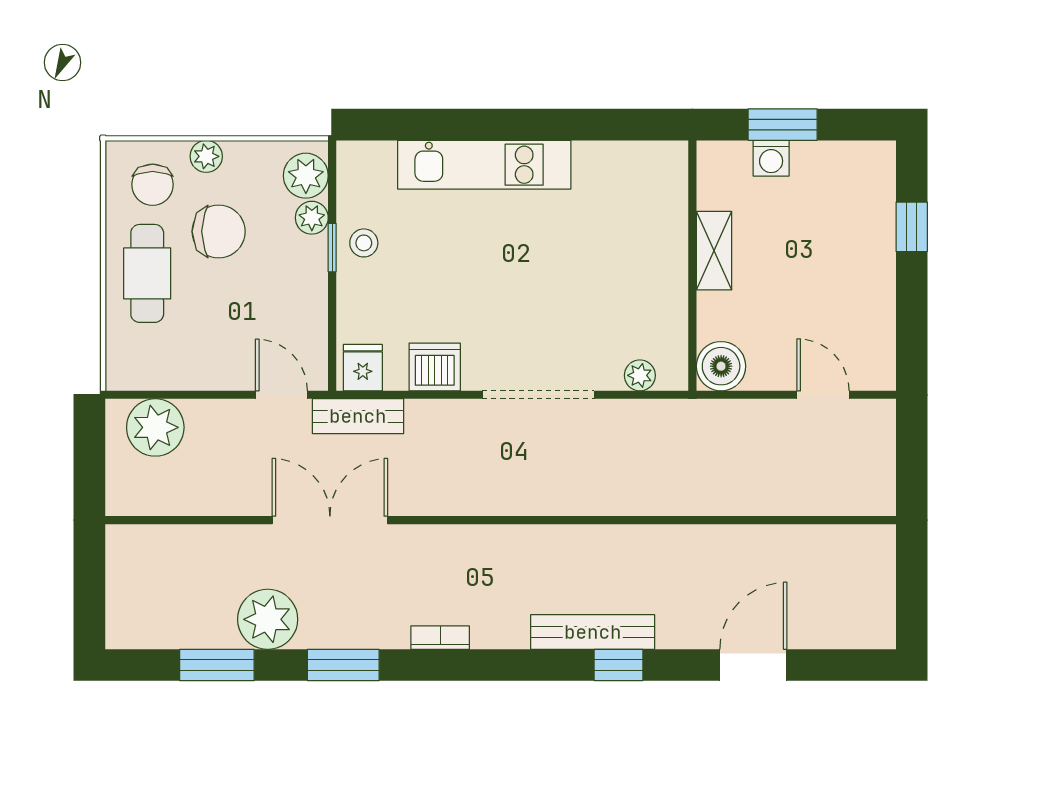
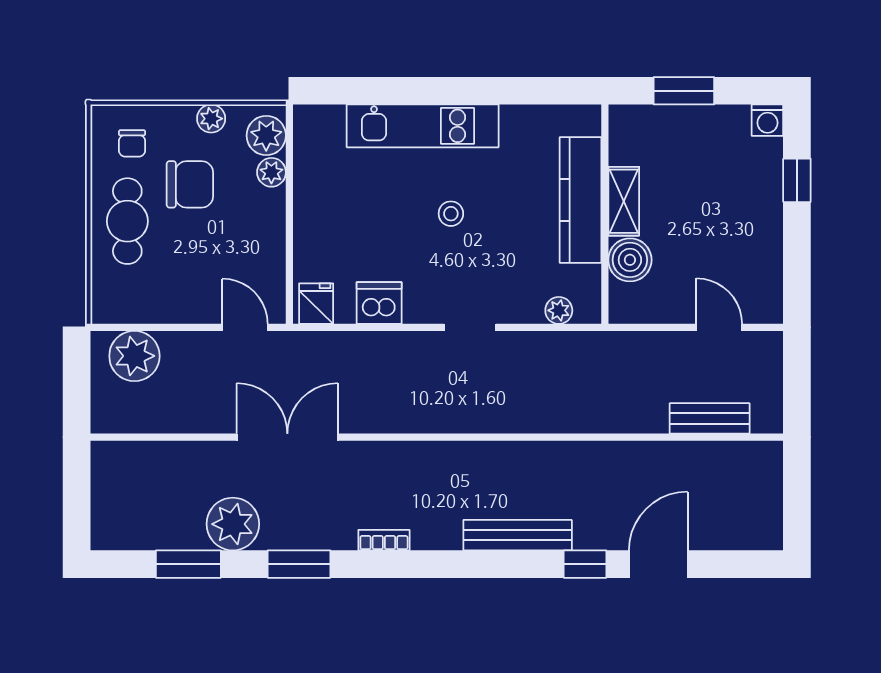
plant: (206, 156) -> (211, 119), moved
washing machine: (771, 158) -> (767, 120), moved
chair: (153, 185) -> (132, 143), width x0.73, depth x0.73
stool: (364, 243) -> (451, 214), moved
window: (332, 248) -> (289, 198), removed
kitchen counter: (665, 249) -> (580, 200), added
boiler: (721, 366) -> (630, 260), moved
doorway: (538, 395) -> (470, 327), width x0.53
bench: (358, 416) -> (710, 418), moved
window: (619, 665) -> (585, 564), moved

